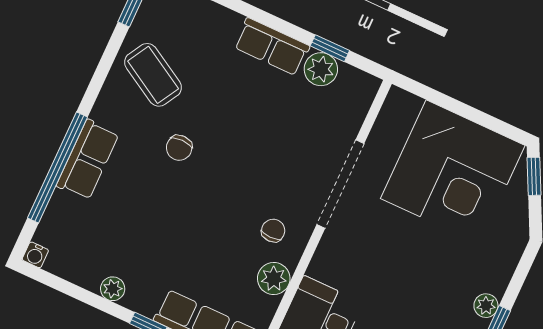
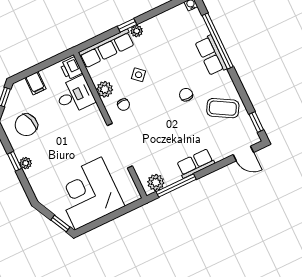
window: (330, 48) -> (176, 186), width x2.17
plant: (321, 69) -> (156, 182), moved
side table: (209, 245) -> (139, 75), added
plant: (113, 289) -> (137, 31), moved

